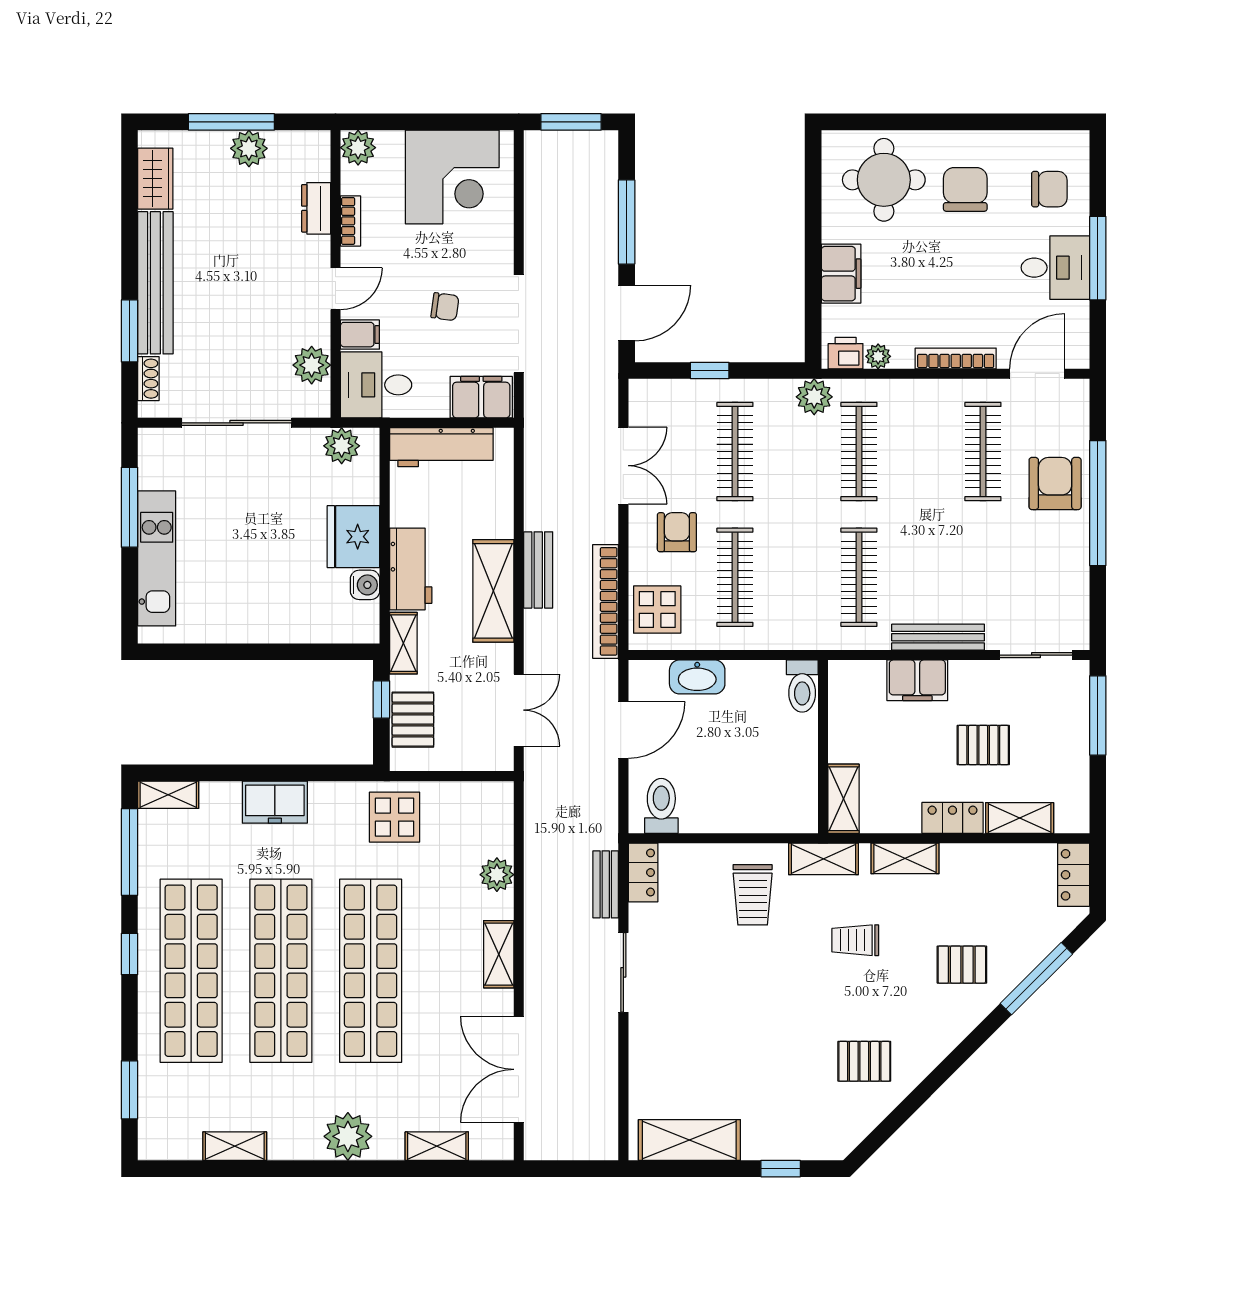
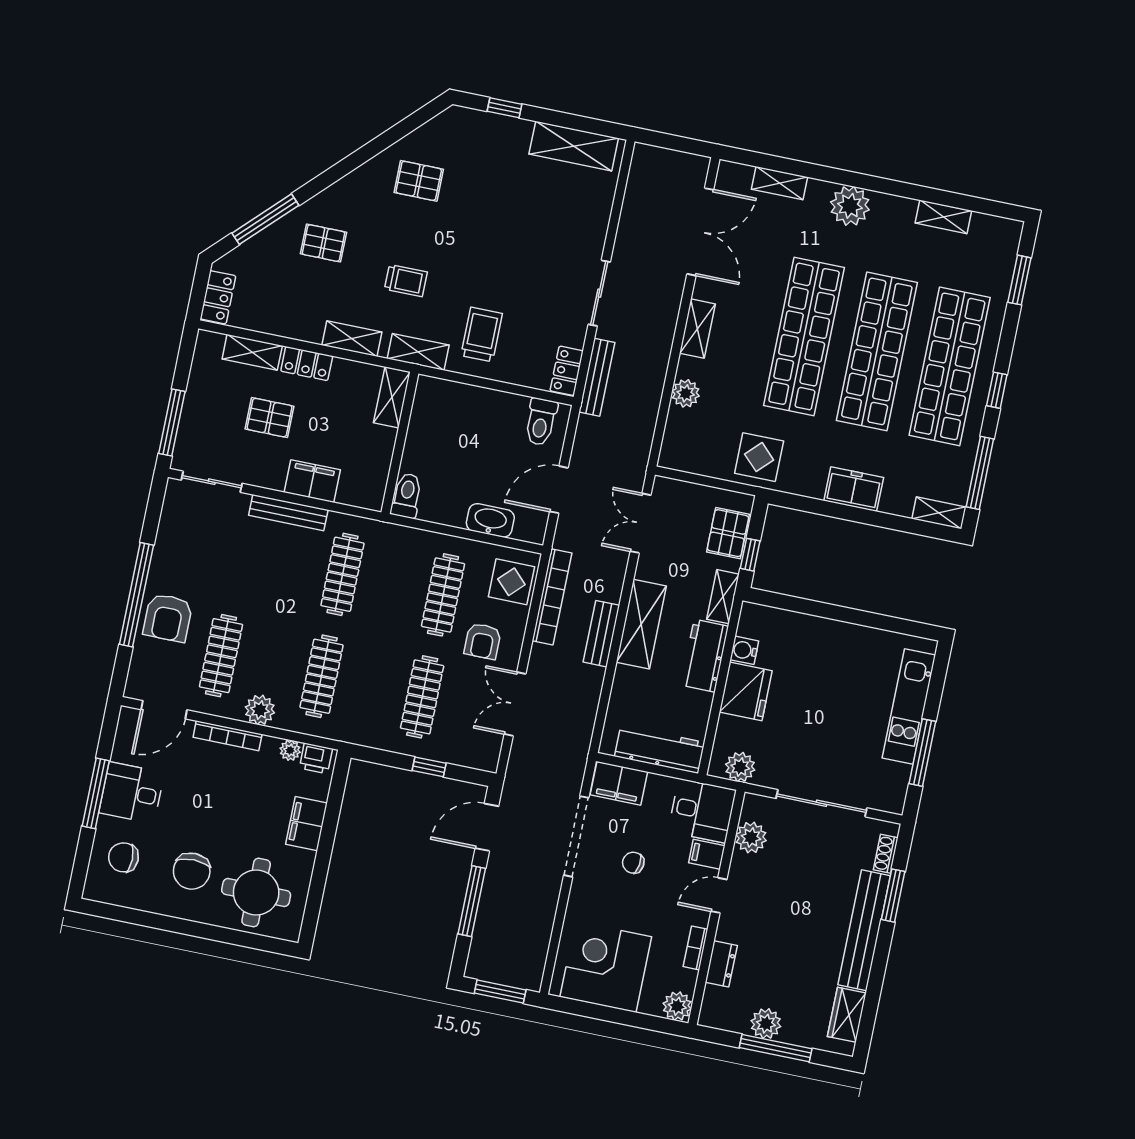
plant: (814, 397) -> (260, 710), moved
bench: (606, 884) -> (597, 377), width x1.36

